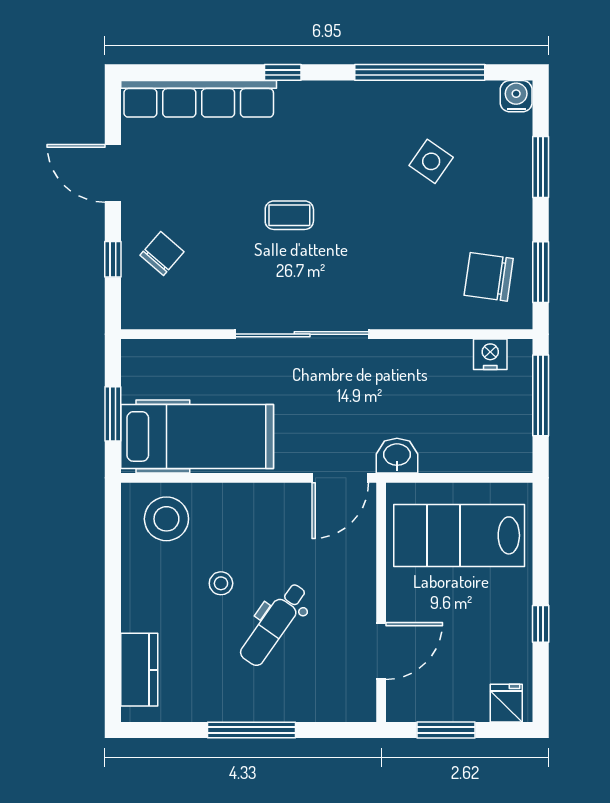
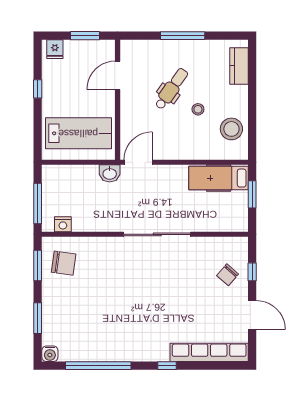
side table: (431, 161) -> (93, 321), removed
coffee table: (289, 215) -> (164, 294), removed
hospital bed: (197, 436) -> (219, 178), width x0.73, depth x0.78
stool: (166, 519) -> (231, 129), moved

